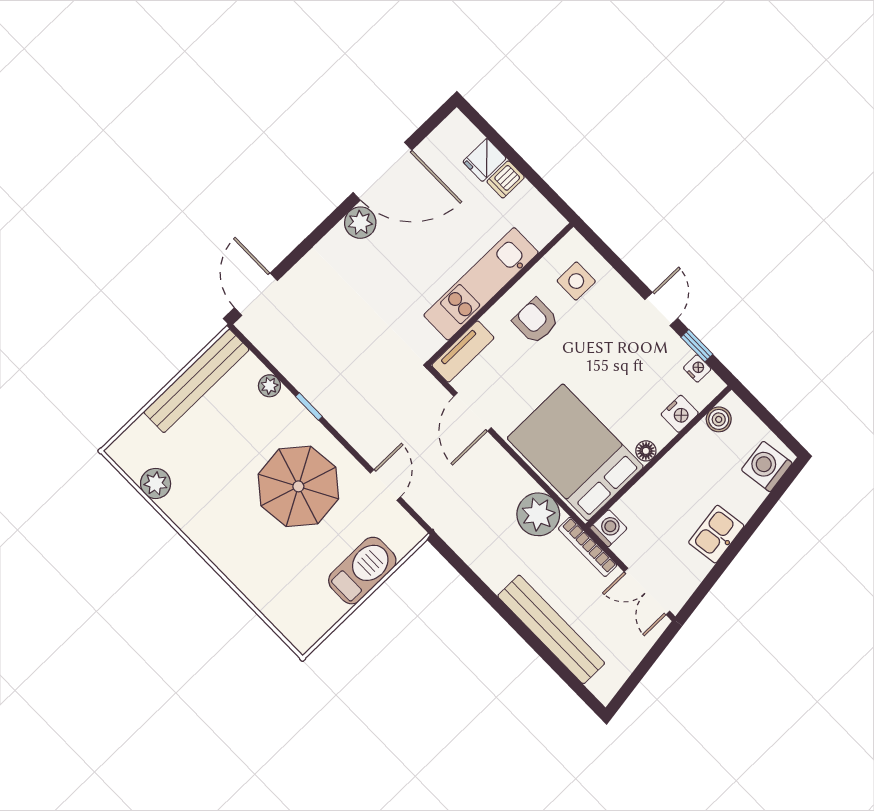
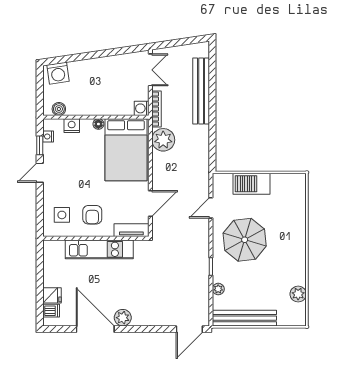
dishwasher: (506, 179) -> (51, 311), moved
kitchen sink: (716, 534) -> (102, 66), removed

